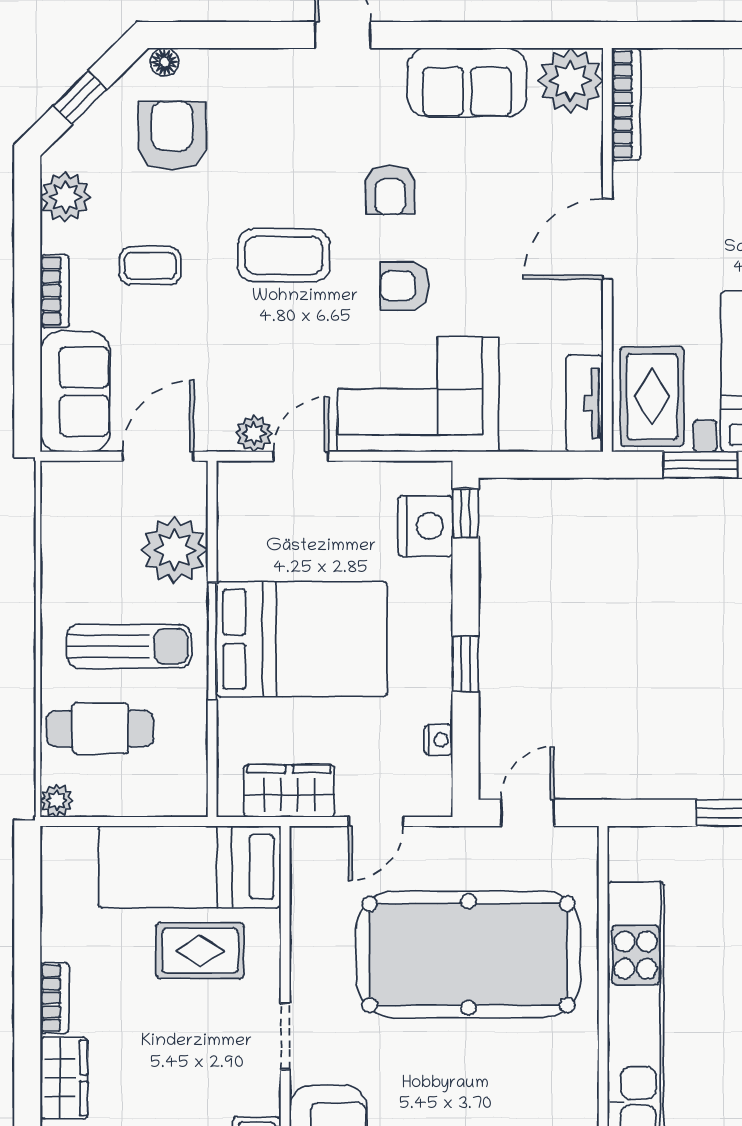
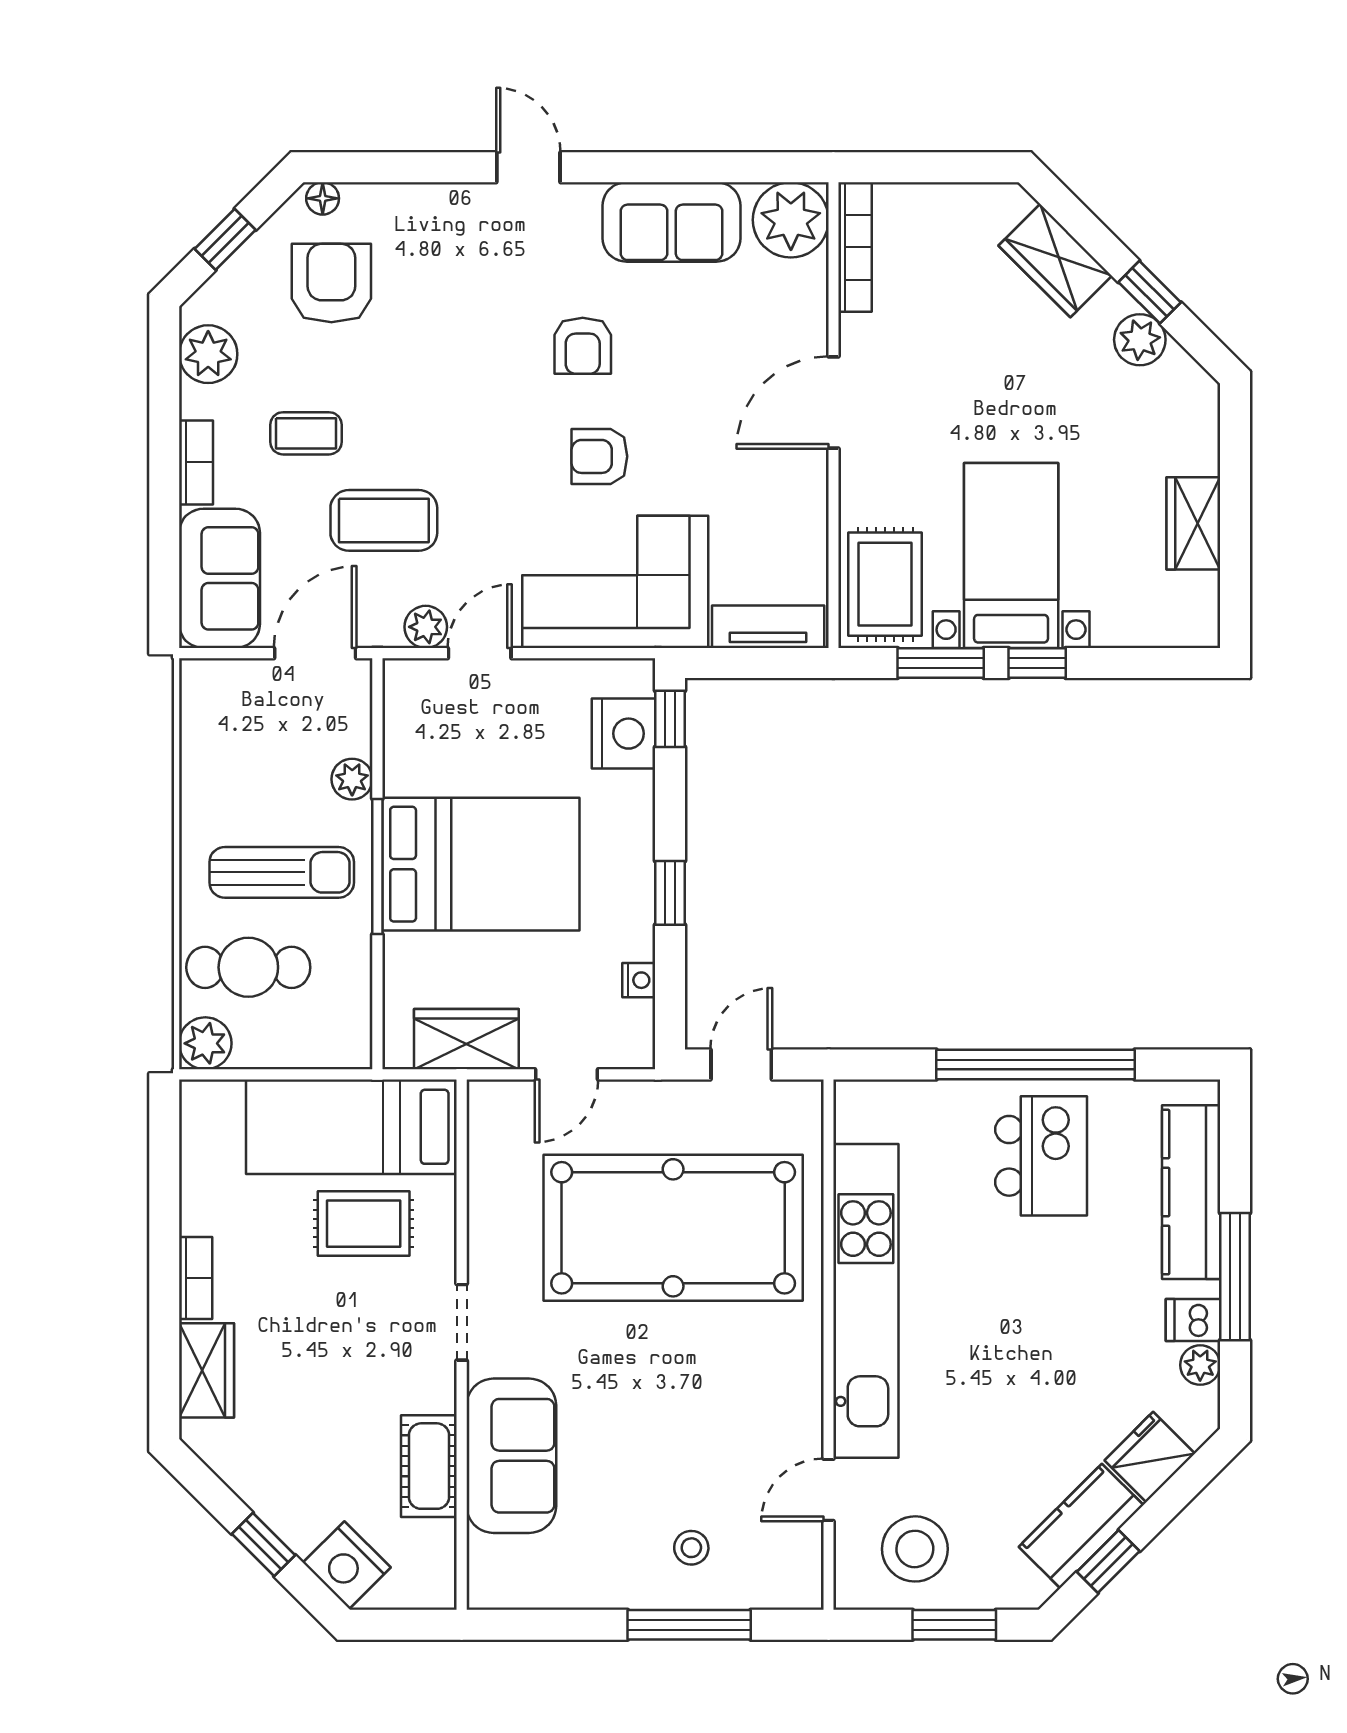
coffee table: (284, 255) -> (384, 520), moved
tv unit: (585, 403) -> (768, 627), moved, turned 90
plant: (175, 550) -> (352, 779), width x0.53, depth x0.53
plant: (57, 801) -> (205, 1043), width x1.38, depth x1.38

